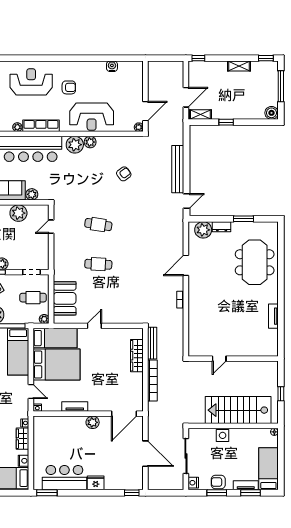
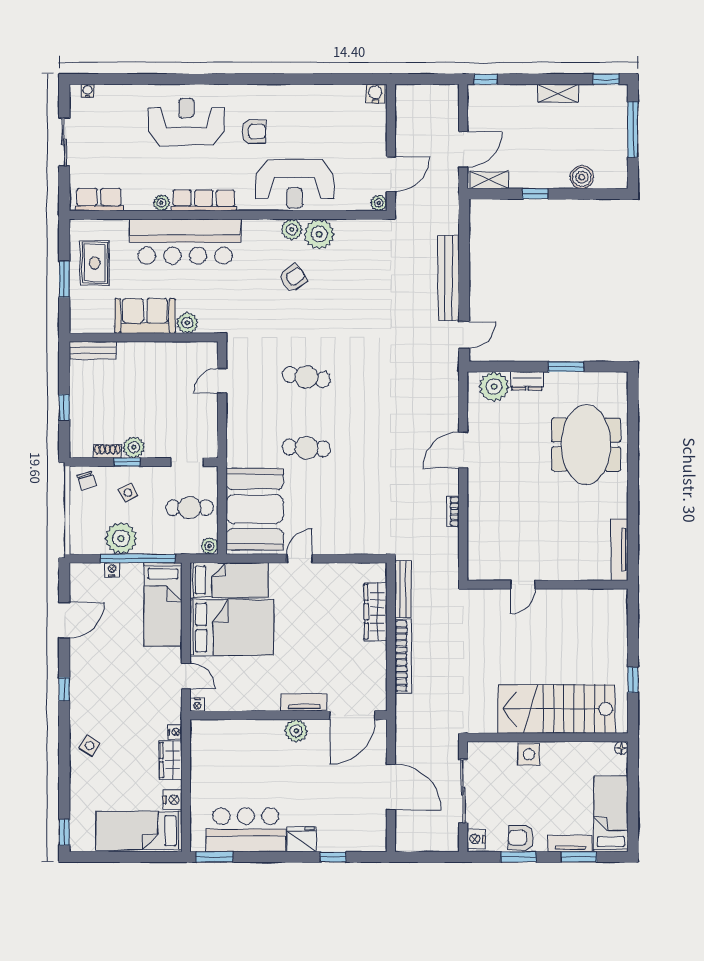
water cooler: (112, 66) -> (375, 94), moved
boiler: (271, 113) -> (582, 177), moved
plant: (75, 145) -> (319, 234), moved
armchair: (124, 174) -> (293, 278), moved
plant: (18, 213) -> (164, 356), removed
booth: (65, 298) -> (255, 509), width x1.36, depth x1.42
tv unit: (273, 316) -> (620, 550), width x1.41
door: (219, 359) -> (523, 585), moved
wall: (233, 359) -> (548, 585), moved
tv unit: (75, 406) -> (304, 702), moved
window: (132, 493) -> (333, 857), moved

